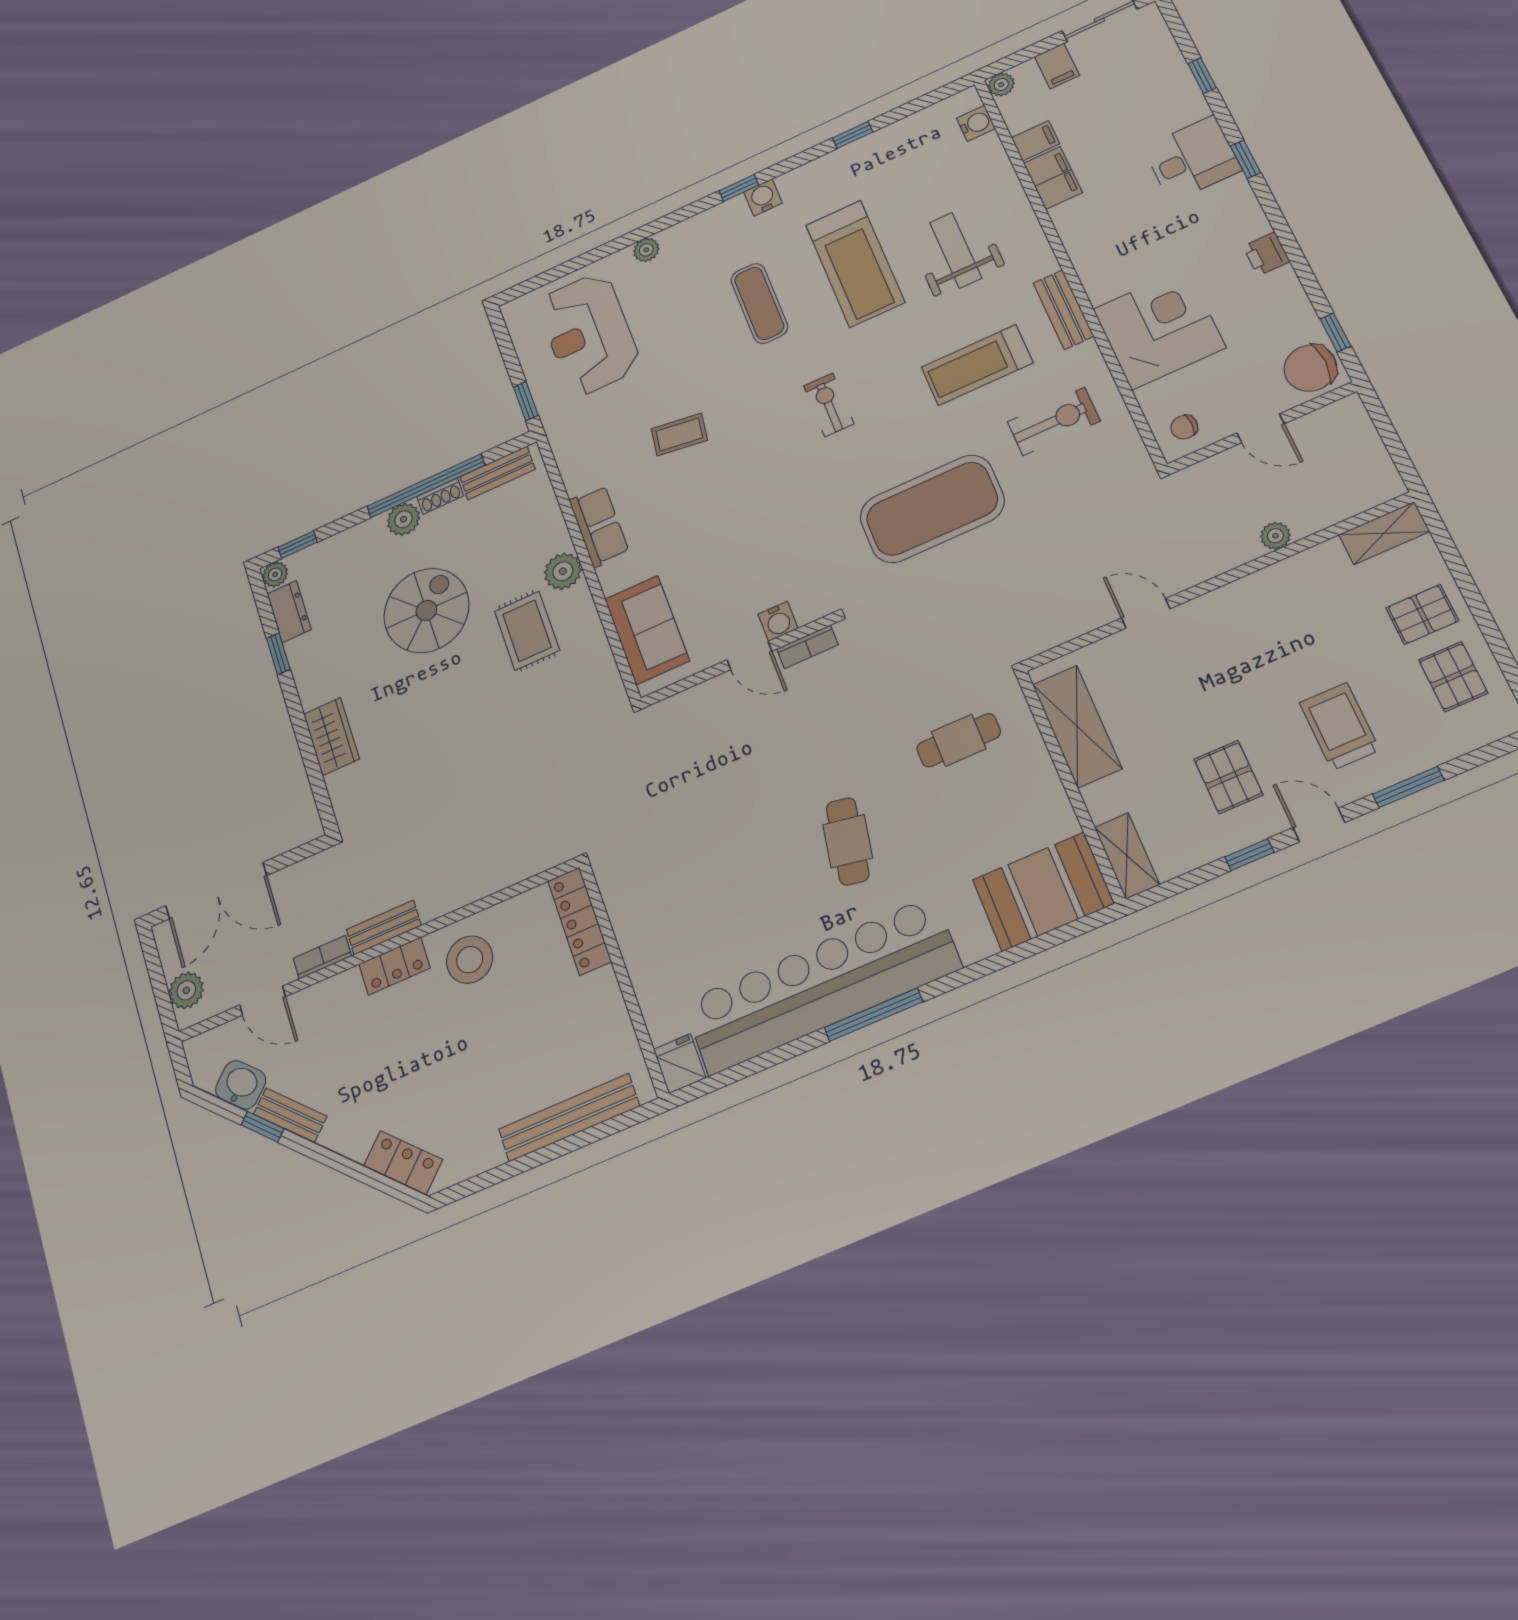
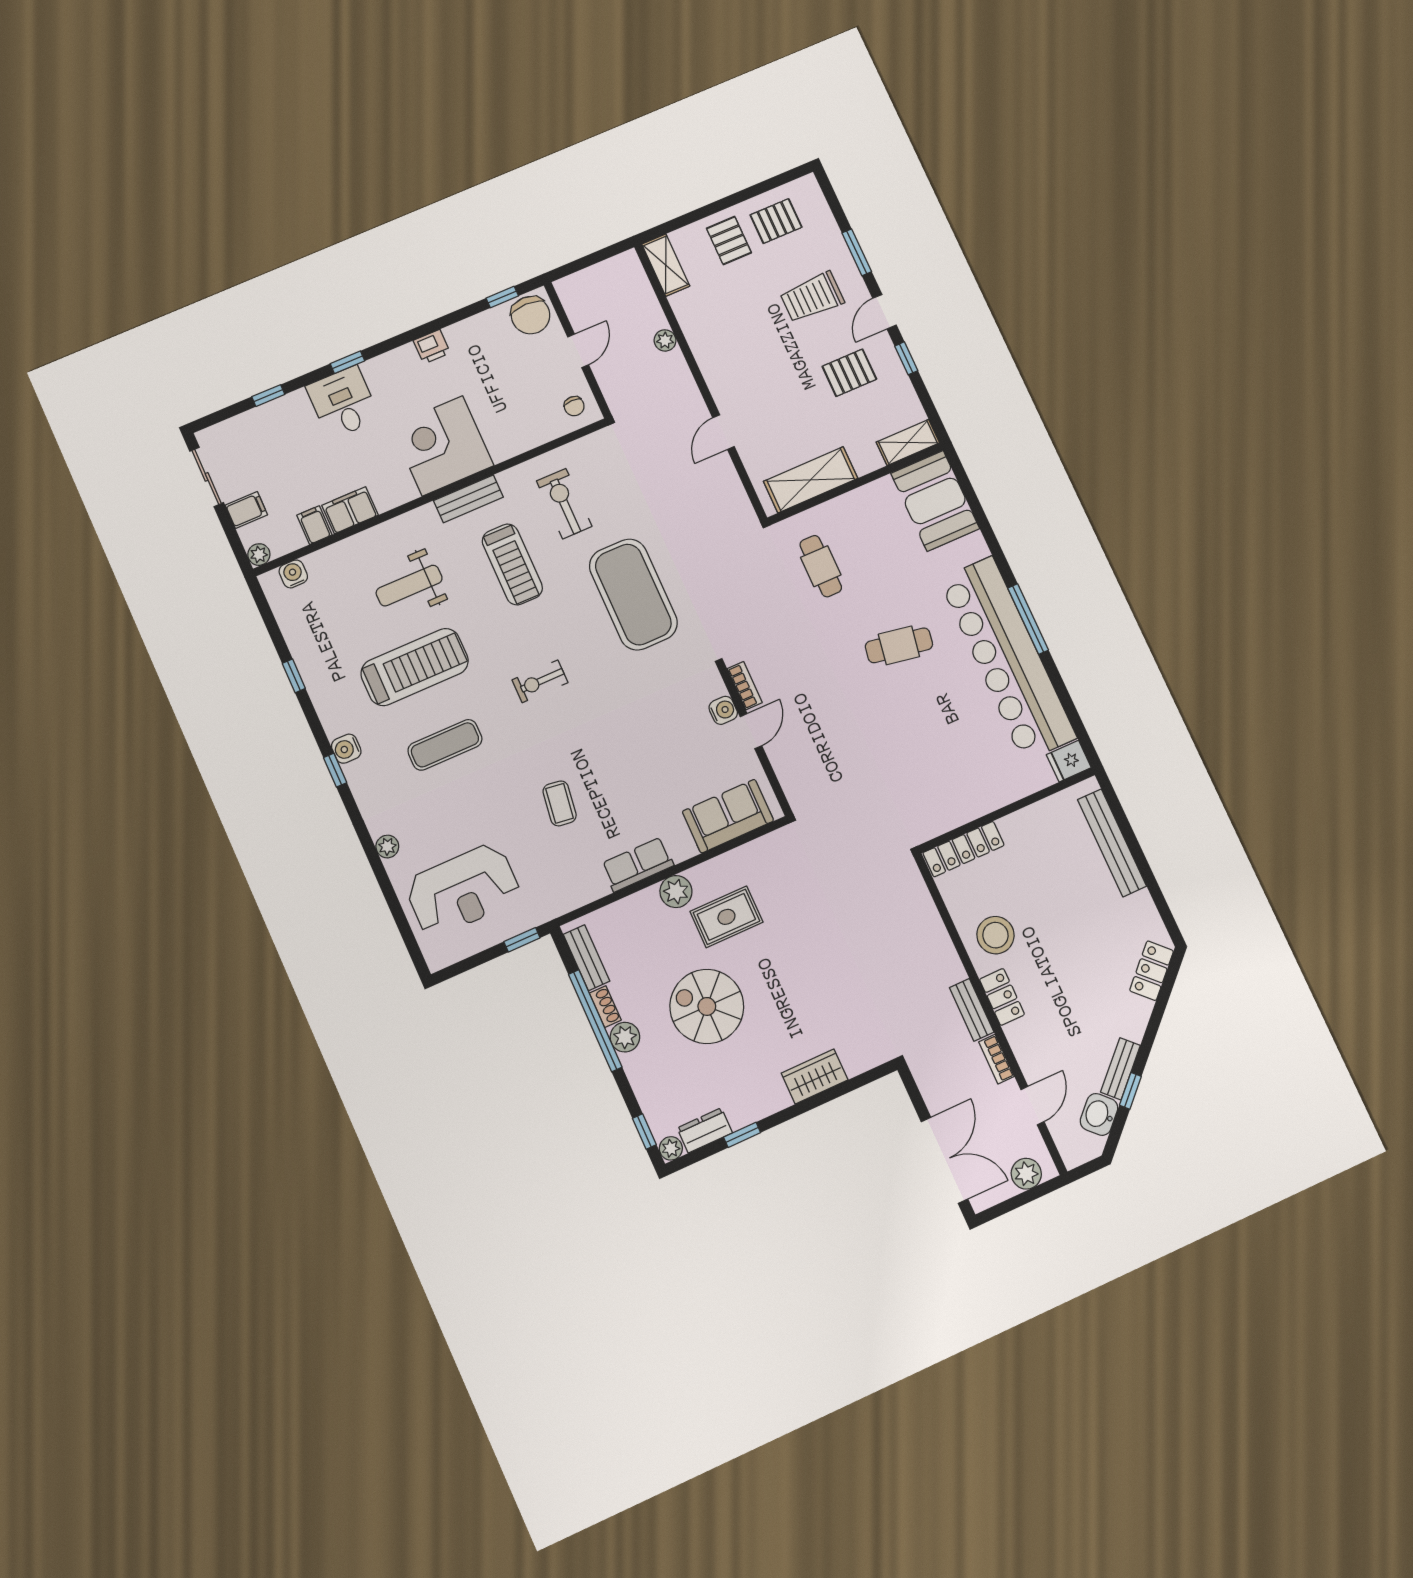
corner desk: (1159, 328) -> (442, 446), moved

